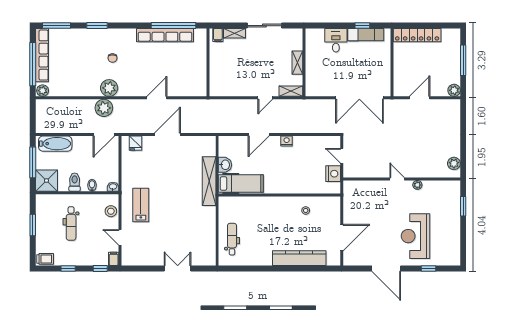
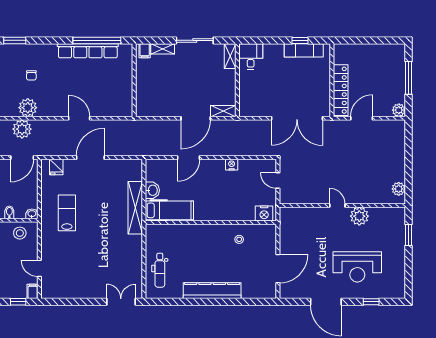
locker: (417, 35) -> (341, 90), moved, turned -90
desk: (336, 40) -> (251, 56), moved
shelving: (297, 63) -> (230, 56), moved
door: (157, 98) -> (79, 118), hinge flipped
door: (265, 98) -> (196, 118), width x1.88
nightstand: (287, 141) -> (232, 165), moved
nightstand: (333, 174) -> (264, 213), moved, turned 90
plant: (417, 185) -> (359, 216), width x1.88, depth x1.88
lab bench: (141, 205) -> (67, 213), moved
stool: (111, 211) -> (20, 233), moved
reception desk: (416, 236) -> (357, 267), turned -90
dental chair: (232, 239) -> (160, 270), turned 180
kitchen counter: (299, 258) -> (212, 291), moved
double door: (178, 268) -> (121, 302), moved

